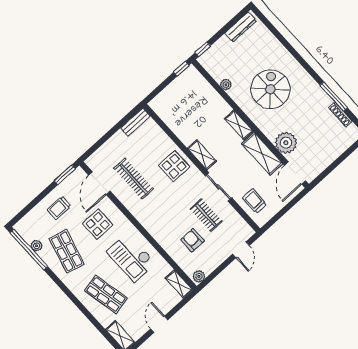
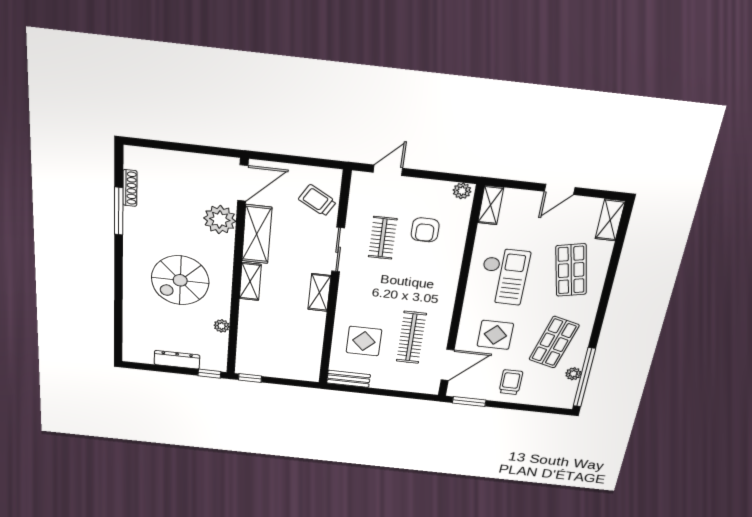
dresser: (241, 27) -> (177, 360), moved
display table: (174, 166) -> (364, 341), moved
trolley: (254, 201) -> (317, 200), turned 120
trolley: (59, 208) -> (511, 382), turned -90

